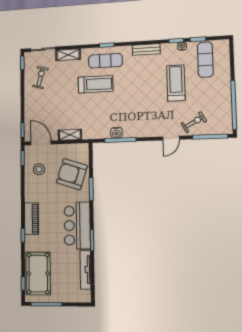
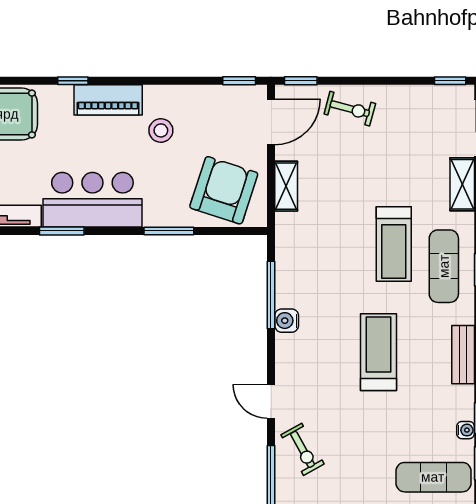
exercise bike: (40, 77) -> (350, 109), moved
treadmill: (176, 83) -> (378, 352), moved, turned -90
water cooler: (116, 133) -> (287, 321), moved
stool: (39, 169) -> (161, 130), moved
armchair: (72, 174) -> (224, 190), moved

